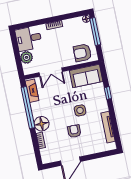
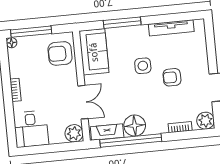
armchair: (82, 53) -> (60, 53), turned 90
plant: (27, 57) -> (74, 133), moved
window: (108, 93) -> (122, 23), width x2.17
floor lamp: (42, 124) -> (135, 126), moved
plant: (47, 157) -> (205, 121), added

